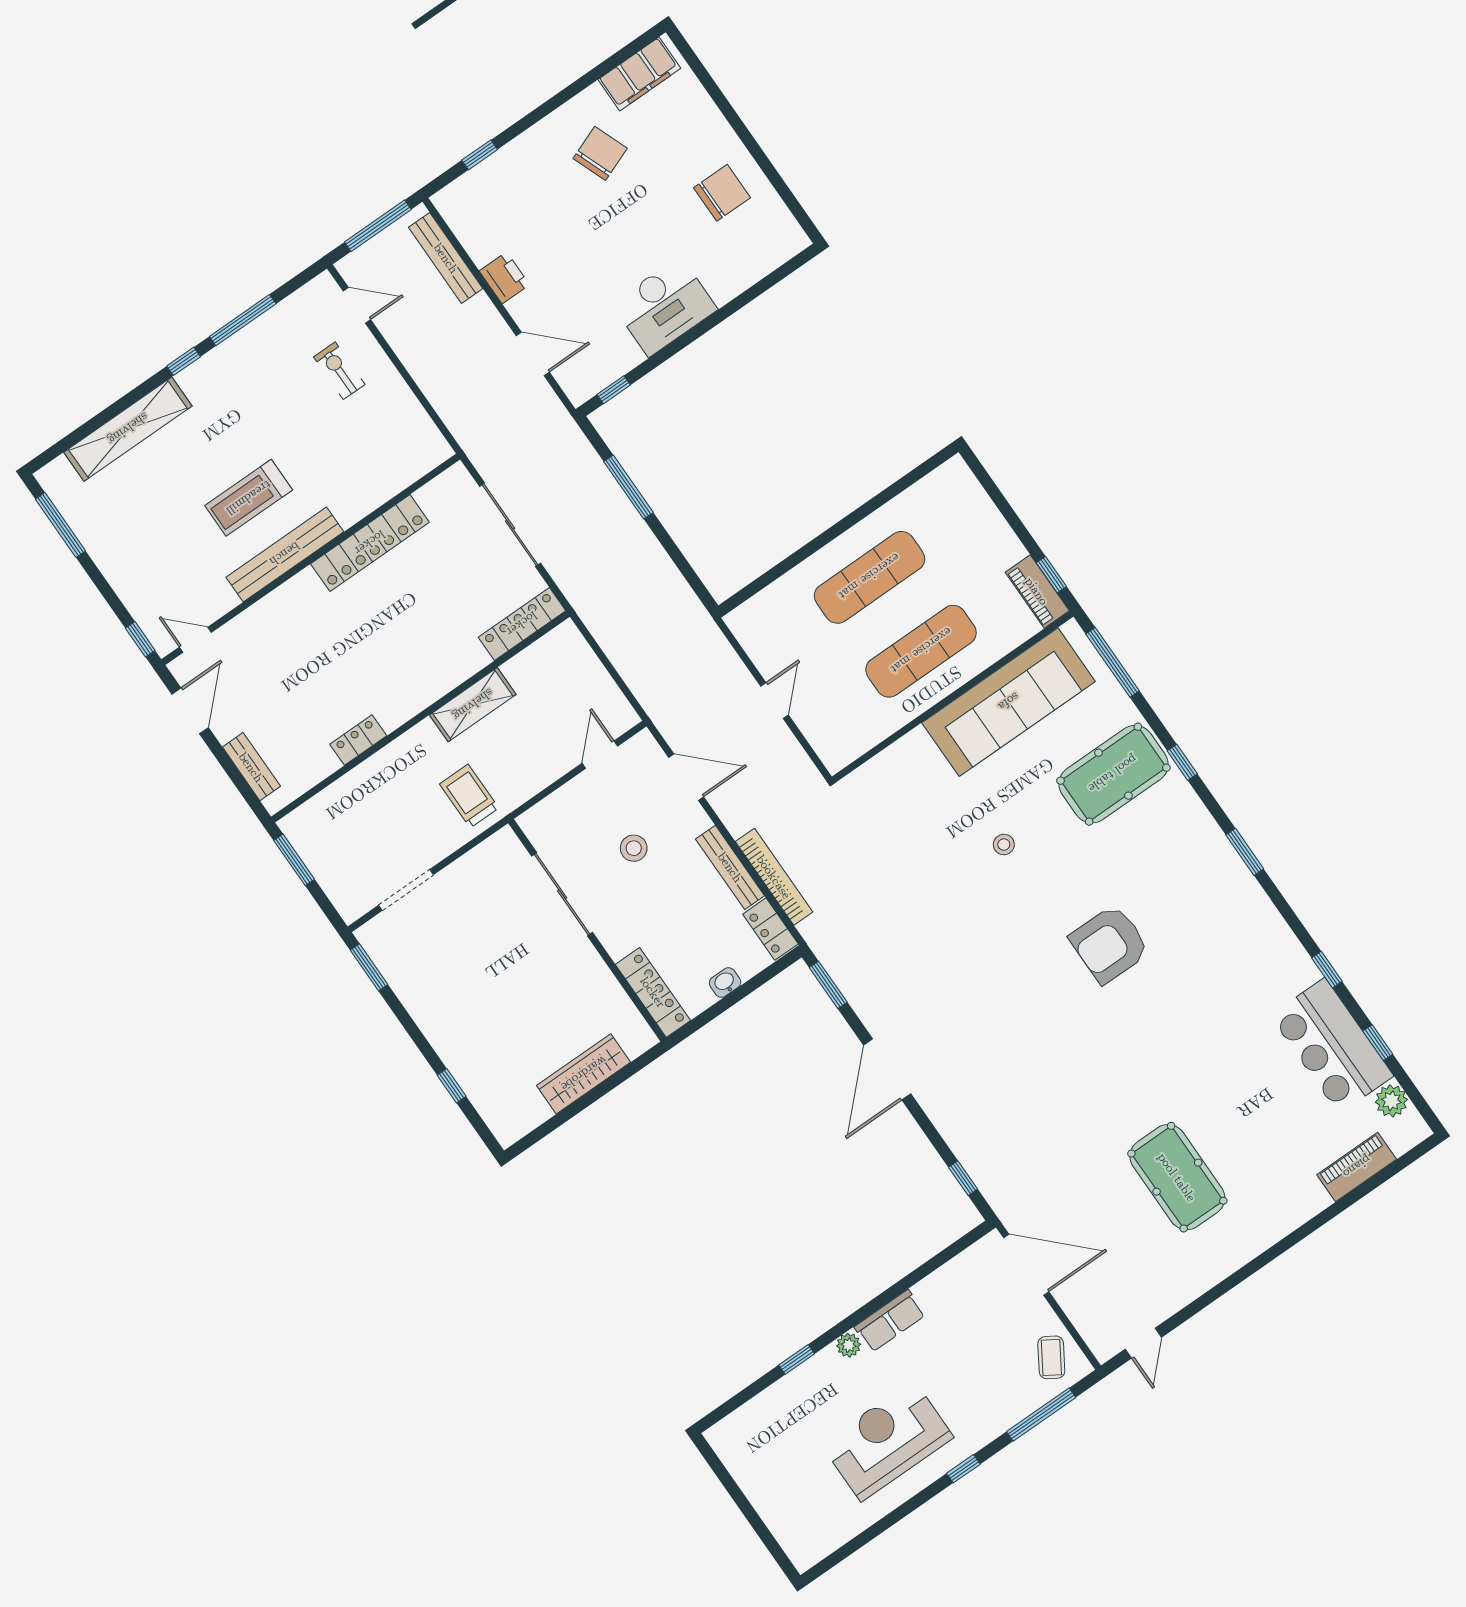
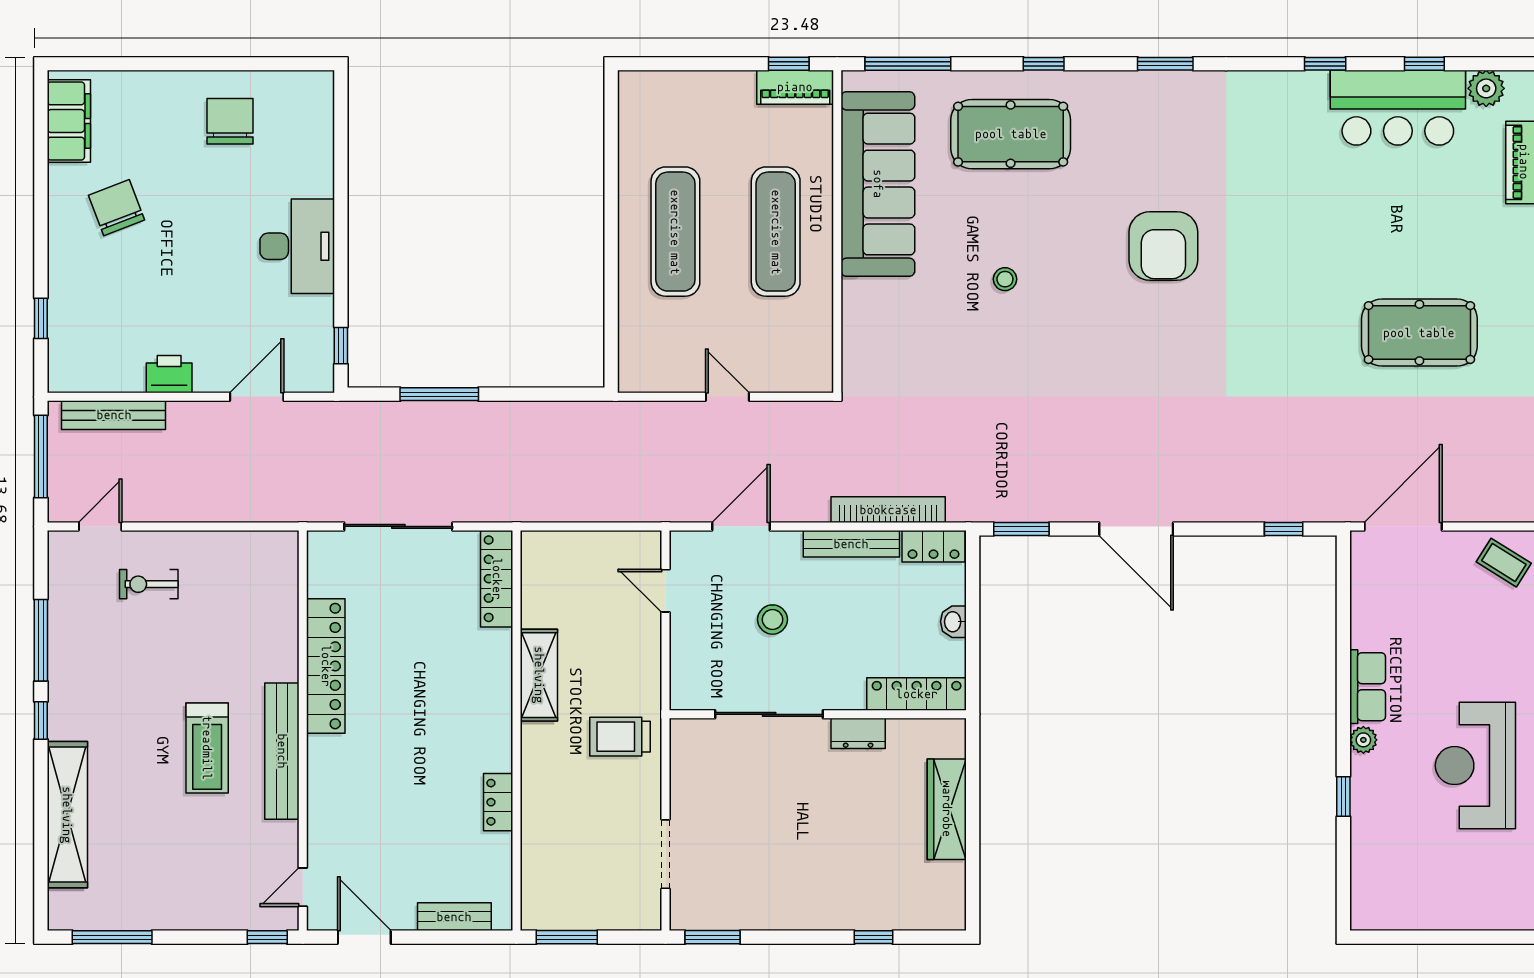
pool table: (1113, 774) -> (1011, 134), turned 90
dresser: (594, 970) -> (858, 733), added

